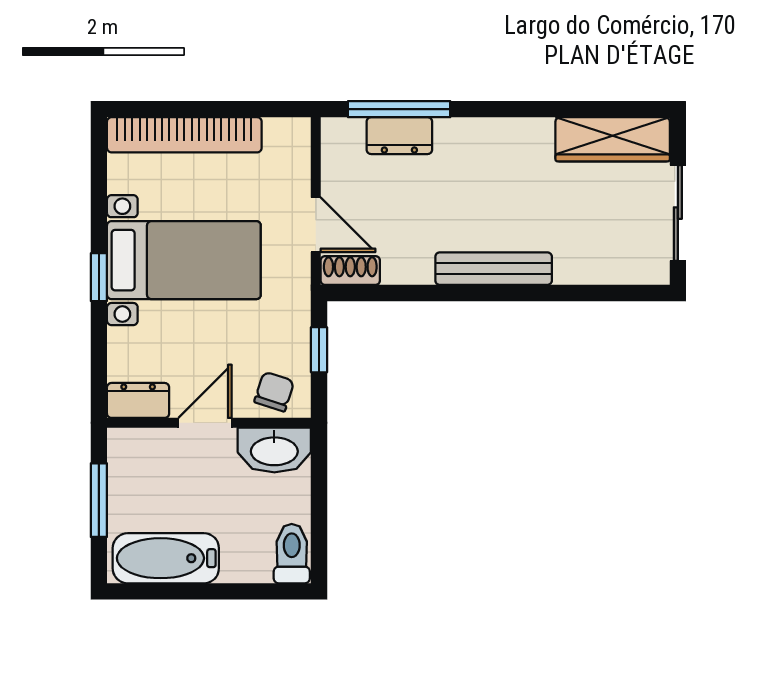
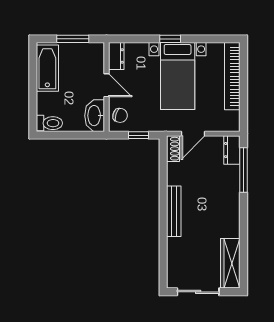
dresser: (399, 136) -> (232, 150), moved

